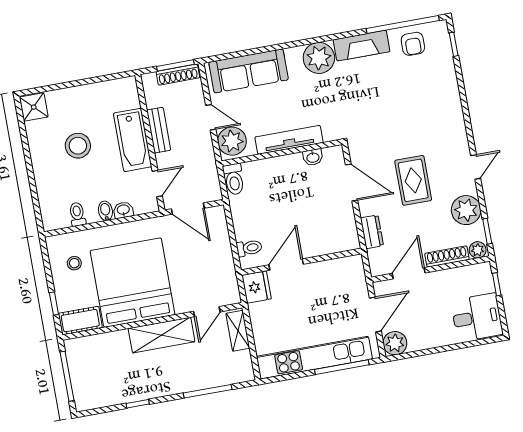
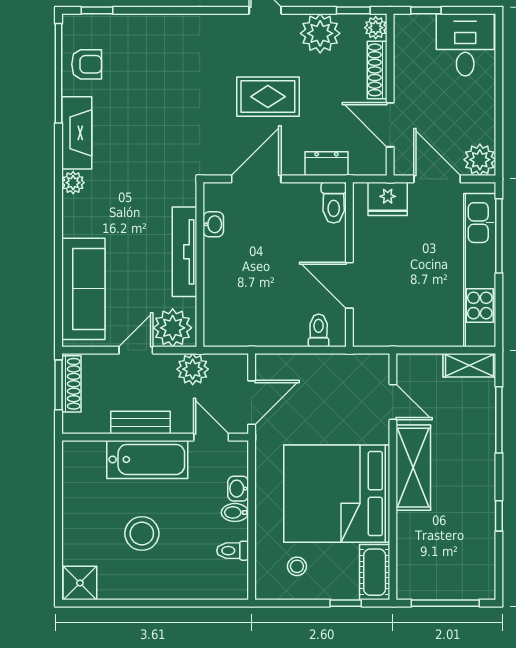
plant: (319, 58) -> (73, 183), width x0.53, depth x0.53
plant: (204, 161) -> (193, 369), added
toilet: (234, 179) -> (334, 203), moved, turned 90
fridge: (256, 287) -> (388, 199), moved, turned 180
shelving: (238, 331) -> (469, 365), moved

